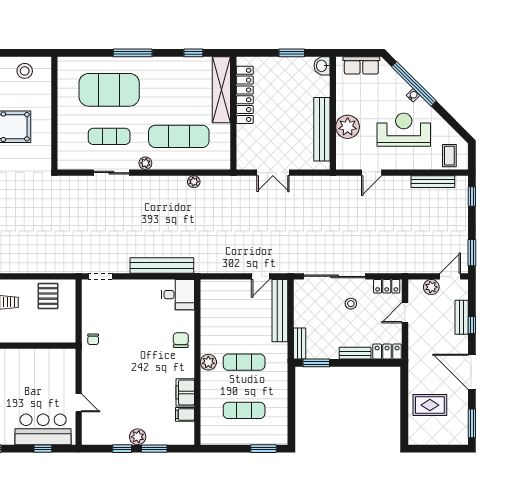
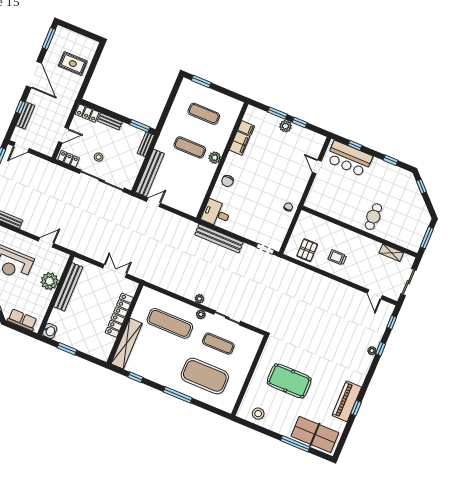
locker: (245, 95) -> (119, 315), moved
plant: (194, 182) -> (199, 299), moved
plant: (431, 287) -> (38, 145), removed

